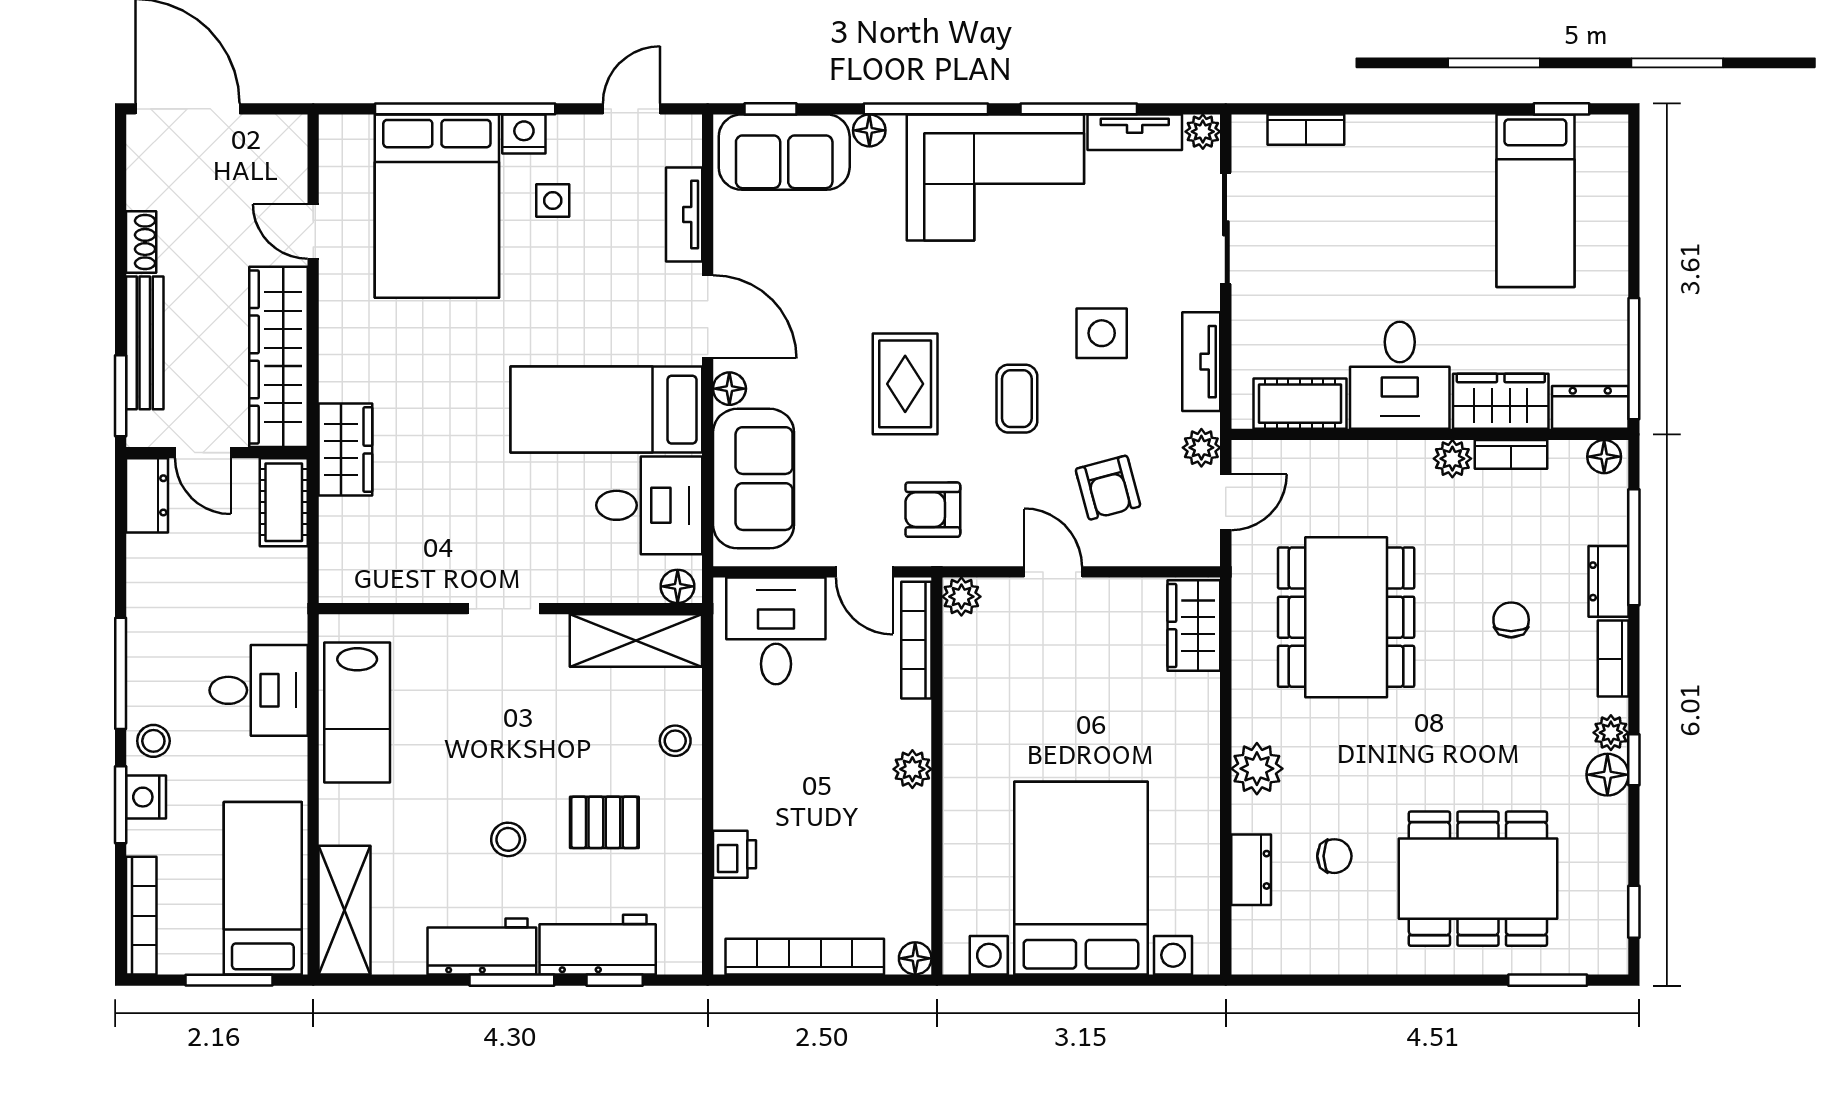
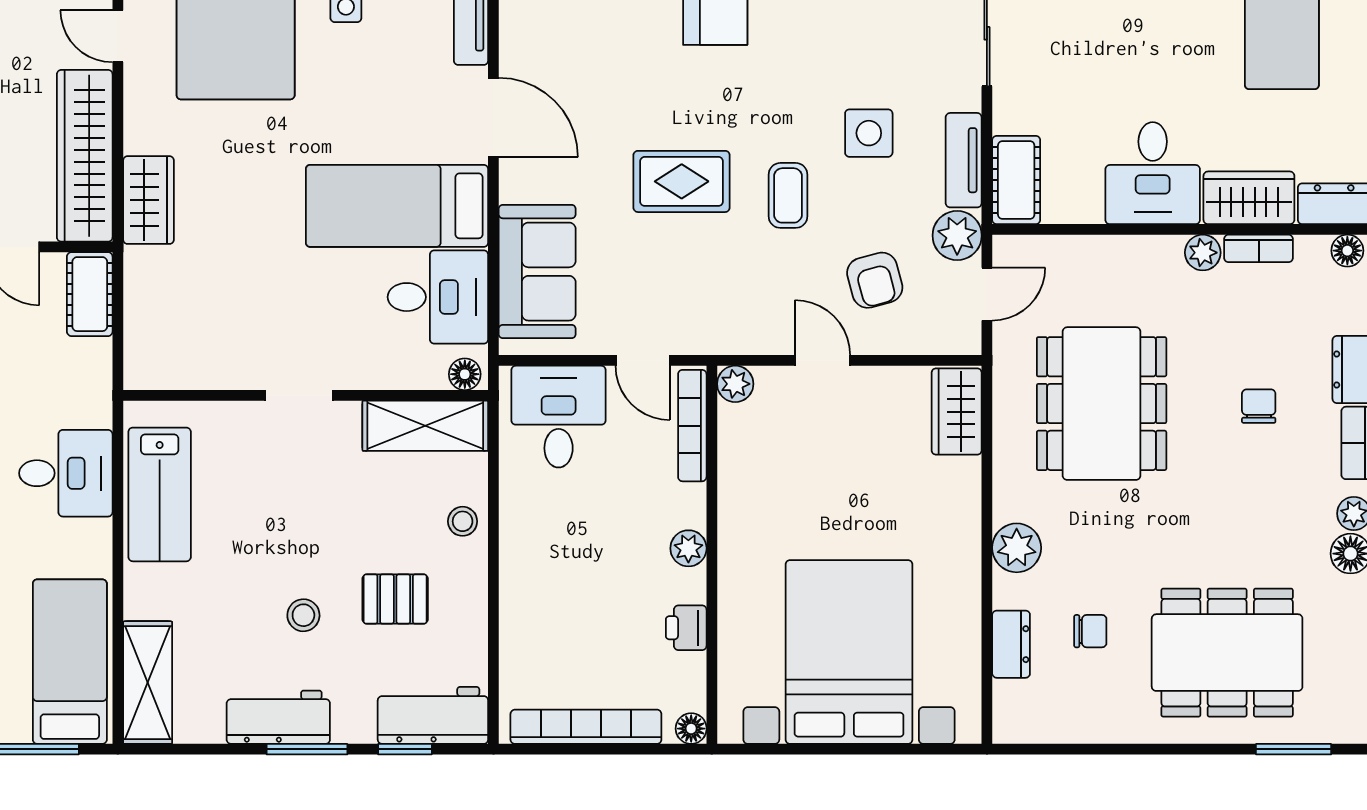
rug: (905, 384) -> (682, 181), turned 90
floor lamp: (729, 389) -> (514, 186), removed
cot: (1300, 404) -> (1016, 180), moved, turned 90
plant: (1201, 448) -> (957, 235), width x1.38, depth x1.38
wardrobe: (345, 450) -> (149, 200), moved
armchair: (933, 510) -> (708, 301), removed
printer: (734, 854) -> (686, 628), moved, turned 180
workbench: (598, 945) -> (433, 715), moved

